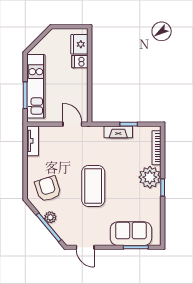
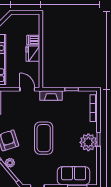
fridge: (79, 44) -> (33, 54), moved
fireplace: (118, 132) -> (51, 95), moved
plant: (150, 177) -> (88, 142), moved

